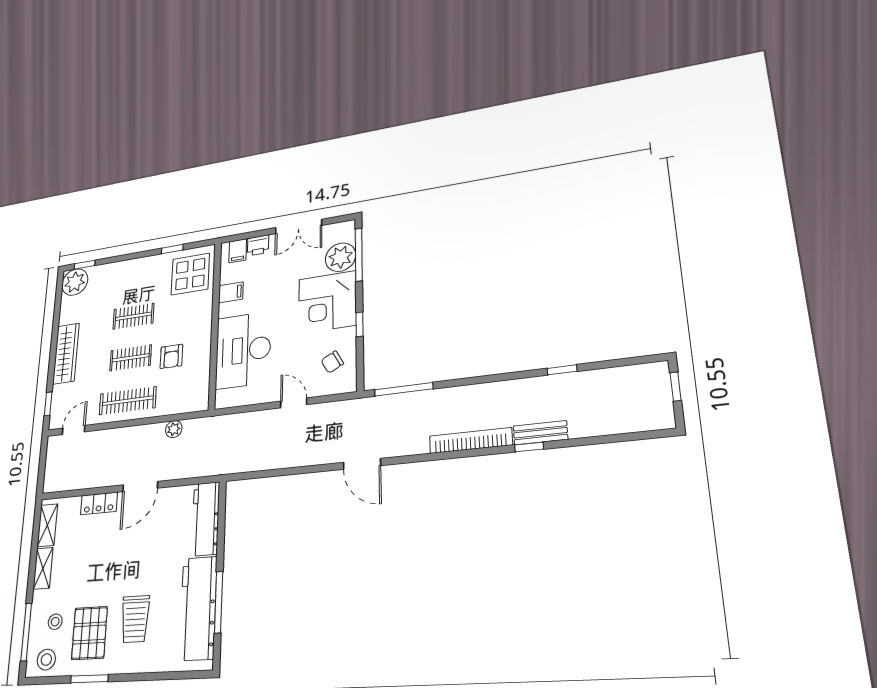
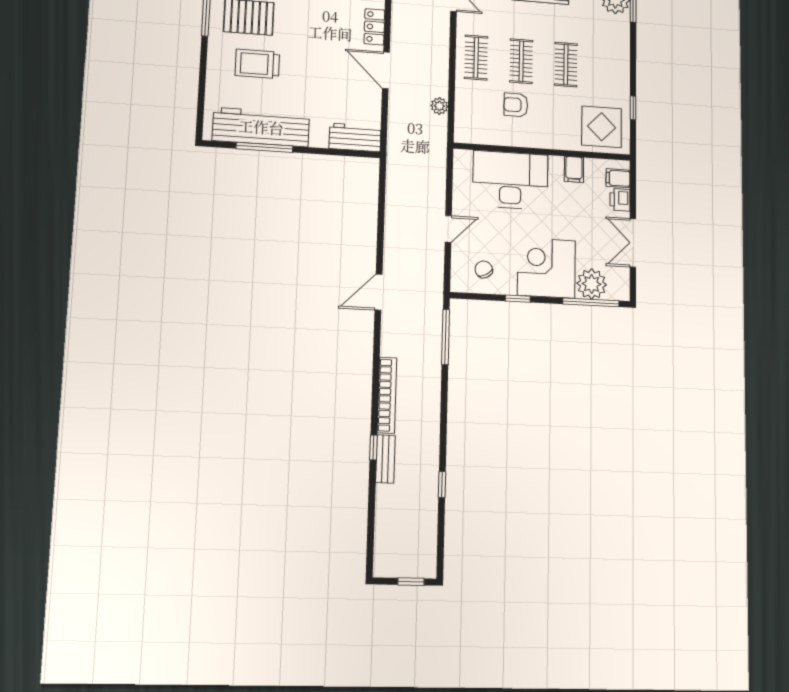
clothes rail: (128, 401) -> (476, 58), width x0.73
workbench: (206, 519) -> (355, 137), width x0.73

